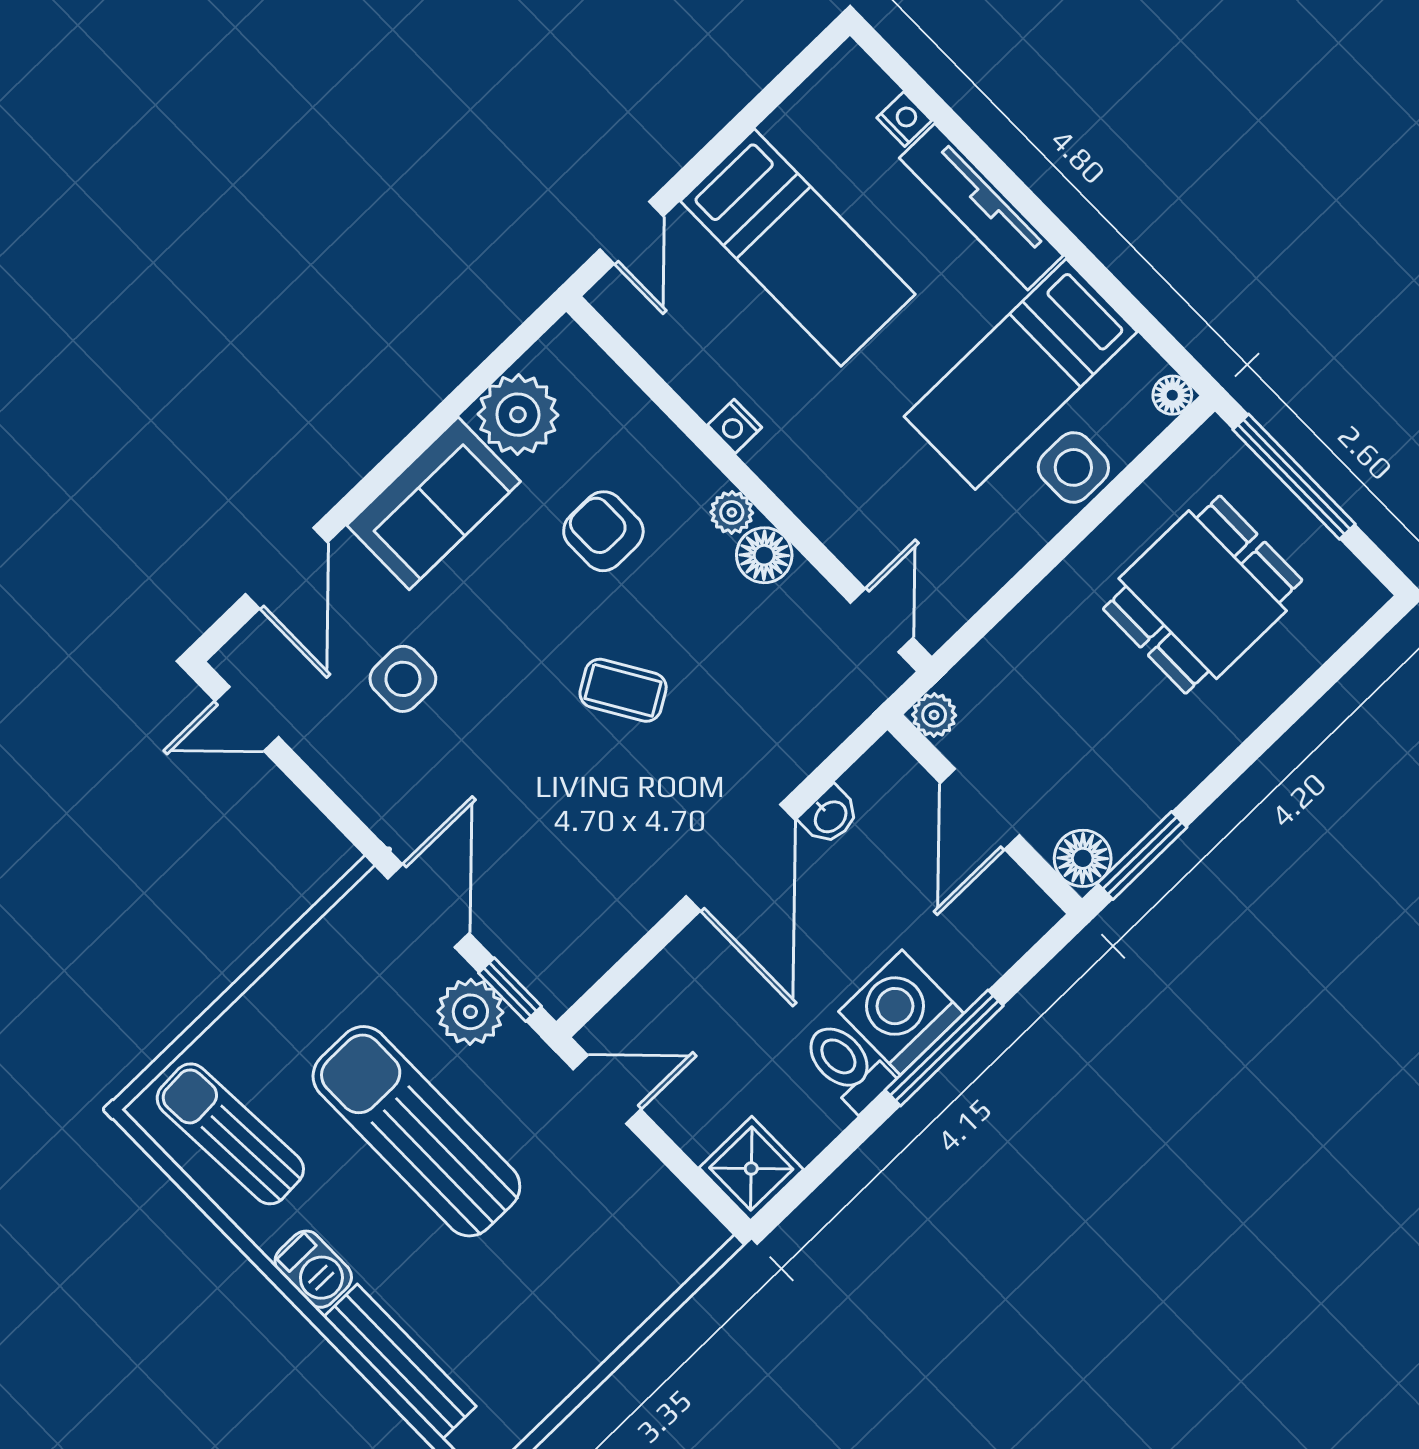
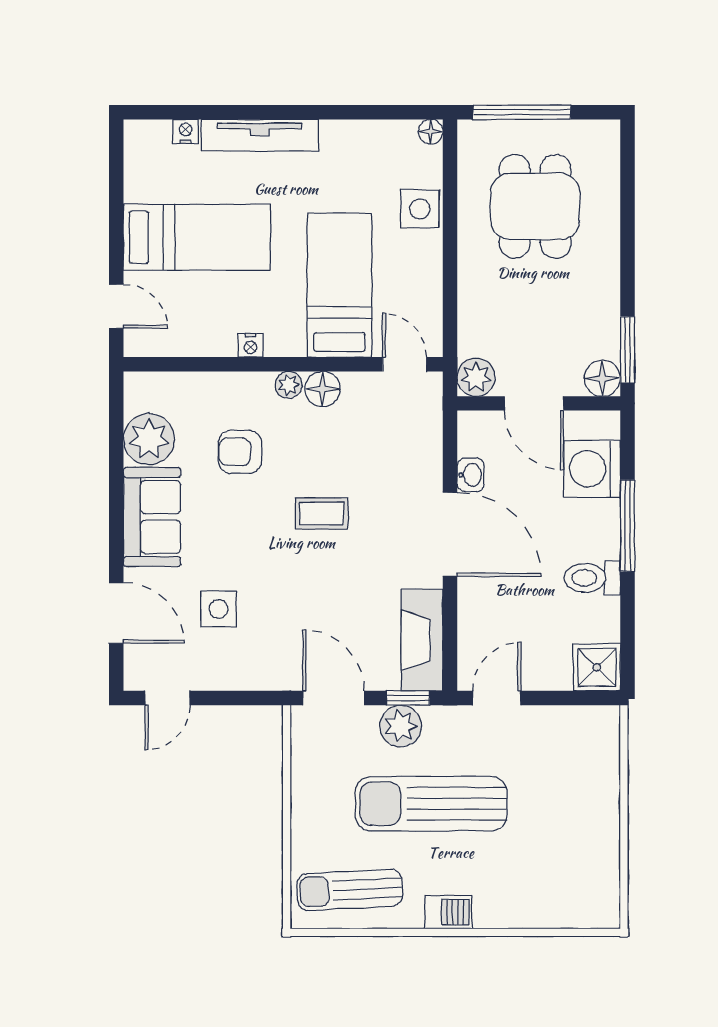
bed: (1021, 374) -> (339, 285), moved, turned 180
coffee table: (623, 690) -> (321, 514), turned 31
plant: (934, 715) -> (476, 377), width x1.38, depth x1.38
fireplace: (591, 942) -> (422, 640), added
washing machine: (901, 1012) -> (592, 469), moved
bench: (400, 1362) -> (529, 914), removed

